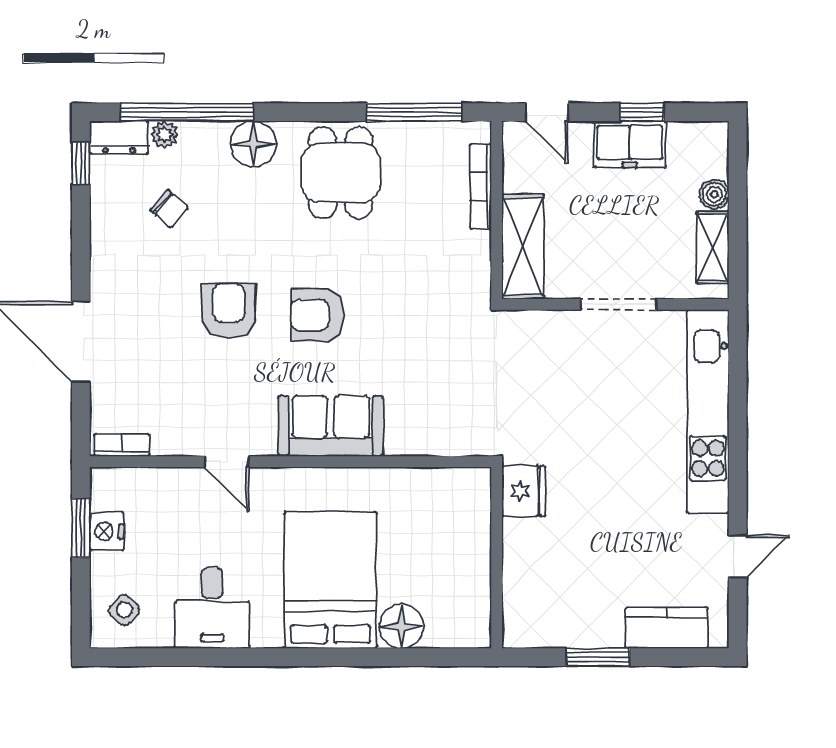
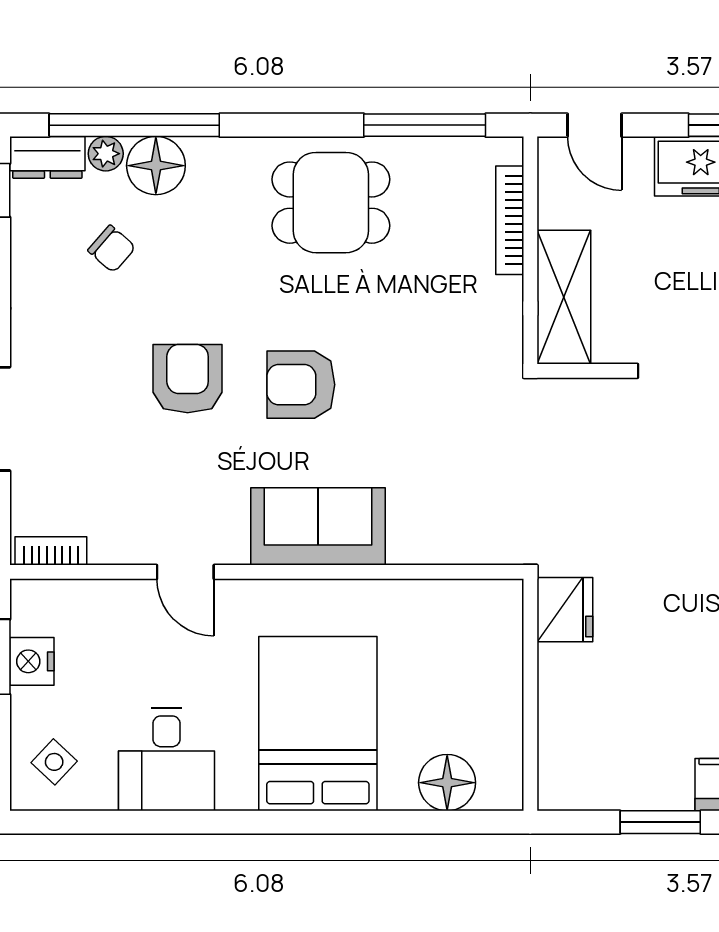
floor lamp: (253, 144) -> (156, 166), moved
dining table: (341, 173) -> (331, 203), turned 90
floor lamp: (402, 626) -> (447, 783), moved

